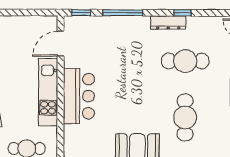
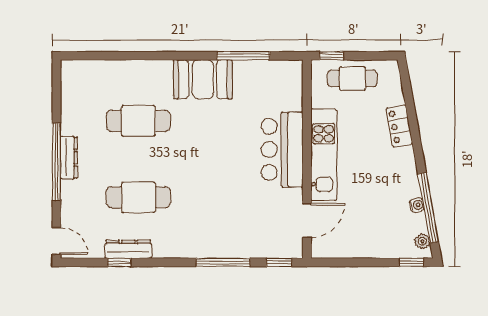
window: (182, 13) -> (119, 262), moved
dresser: (168, 23) -> (128, 249), moved
cafe table: (185, 117) -> (138, 121), turned 90

